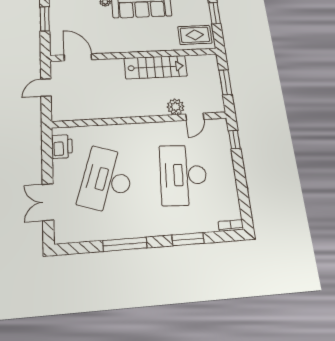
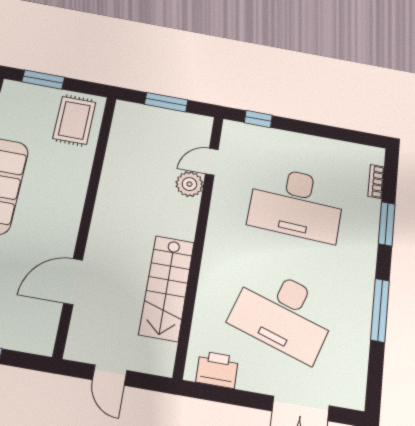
door: (78, 57) -> (73, 281), moved
stairs: (156, 67) -> (167, 288), moved, turned 180
door: (195, 117) -> (212, 162), swing flipped
bookcase: (231, 225) -> (376, 181), moved

